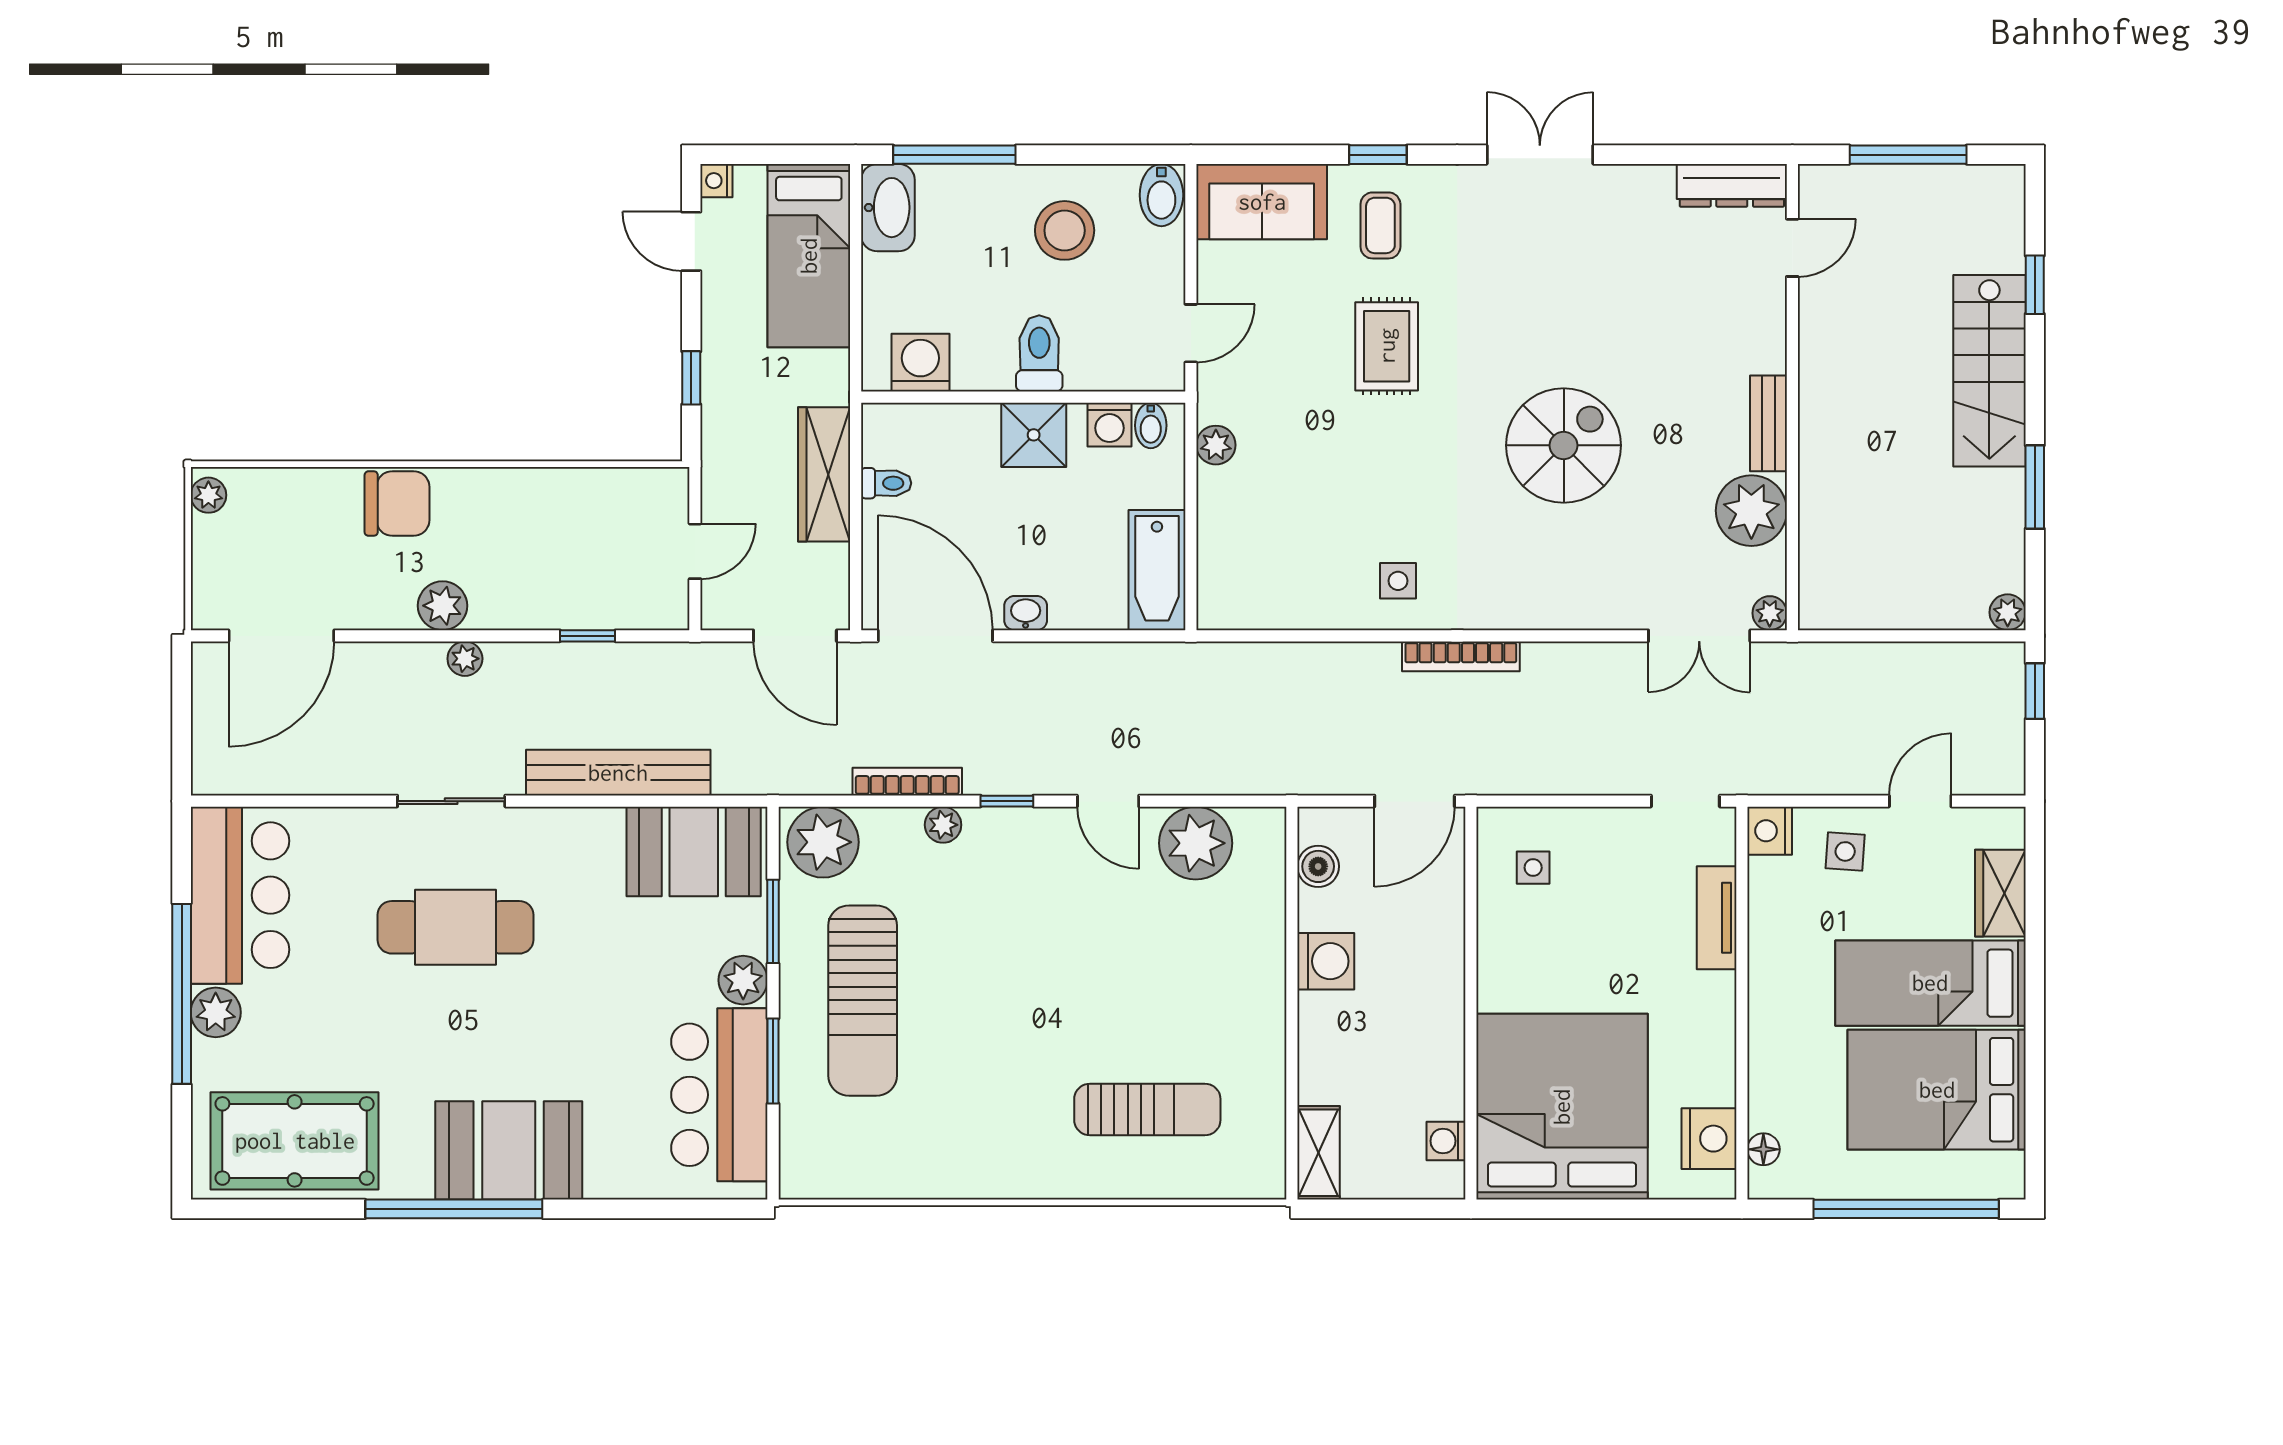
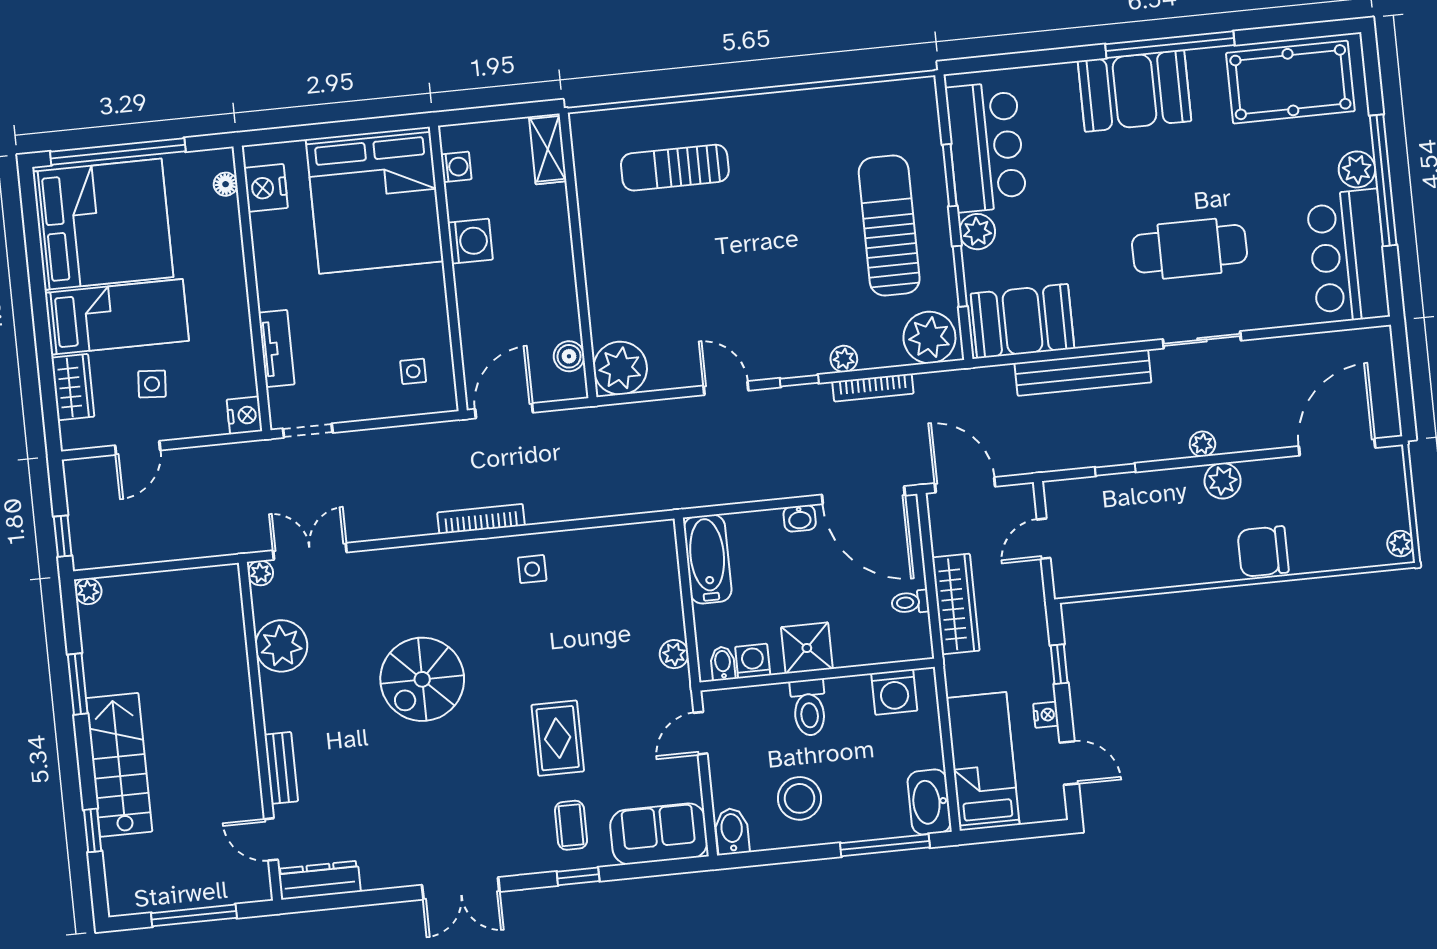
nightstand: (716, 181) -> (1046, 715), moved
door: (1792, 248) -> (271, 839), hinge flipped
bench: (1769, 423) -> (281, 768), moved
plant: (1196, 843) -> (620, 368), moved
side table: (1845, 851) -> (152, 384), moved
washing machine: (1326, 961) -> (470, 241), moved, turned 180
bed: (1937, 1090) -> (103, 224), width x1.36

